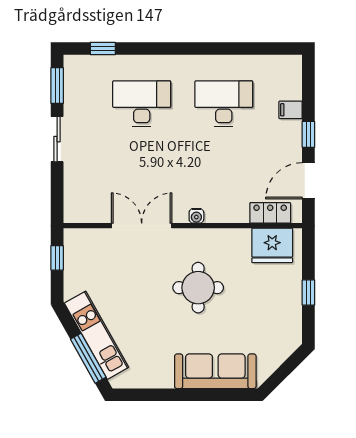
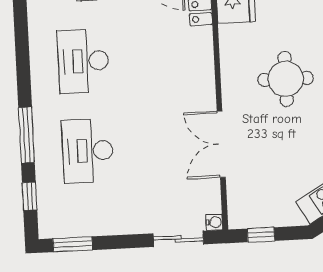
window: (159, 48) -> (26, 135), added
sliding door: (57, 139) -> (178, 239), moved
water cooler: (196, 216) -> (214, 222), moved

